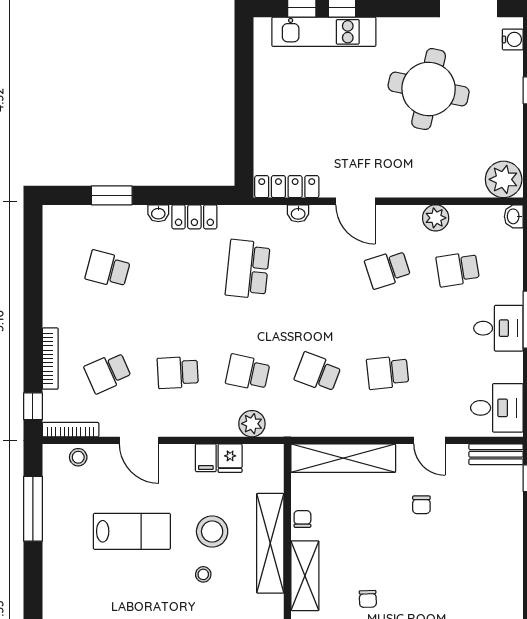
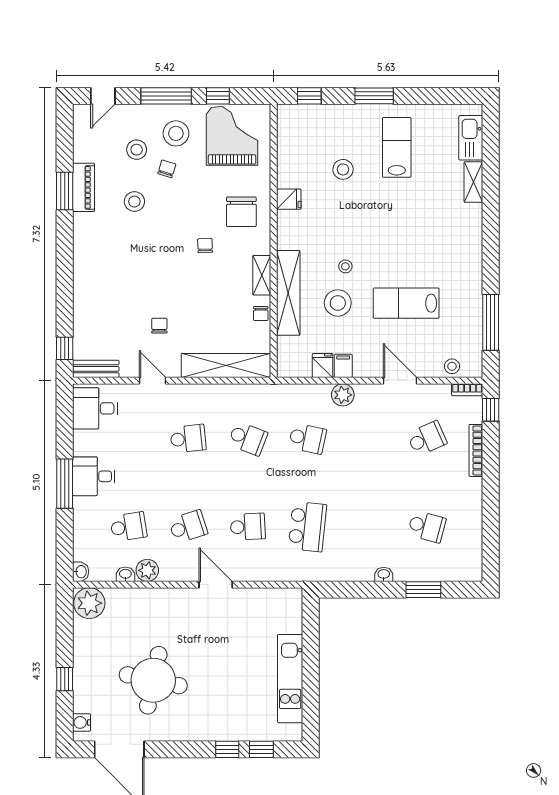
kitchen unit: (324, 32) -> (290, 679), moved, turned -90
locker: (287, 187) -> (274, 597), removed
washbasin: (298, 213) -> (125, 574), moved
locker: (194, 217) -> (353, 571), removed
school desk: (178, 372) -> (248, 527), moved
plant: (252, 424) -> (343, 395), moved
bookcase: (71, 430) -> (467, 390), width x0.64
shelving: (305, 576) -> (262, 275), width x0.67, depth x0.75

